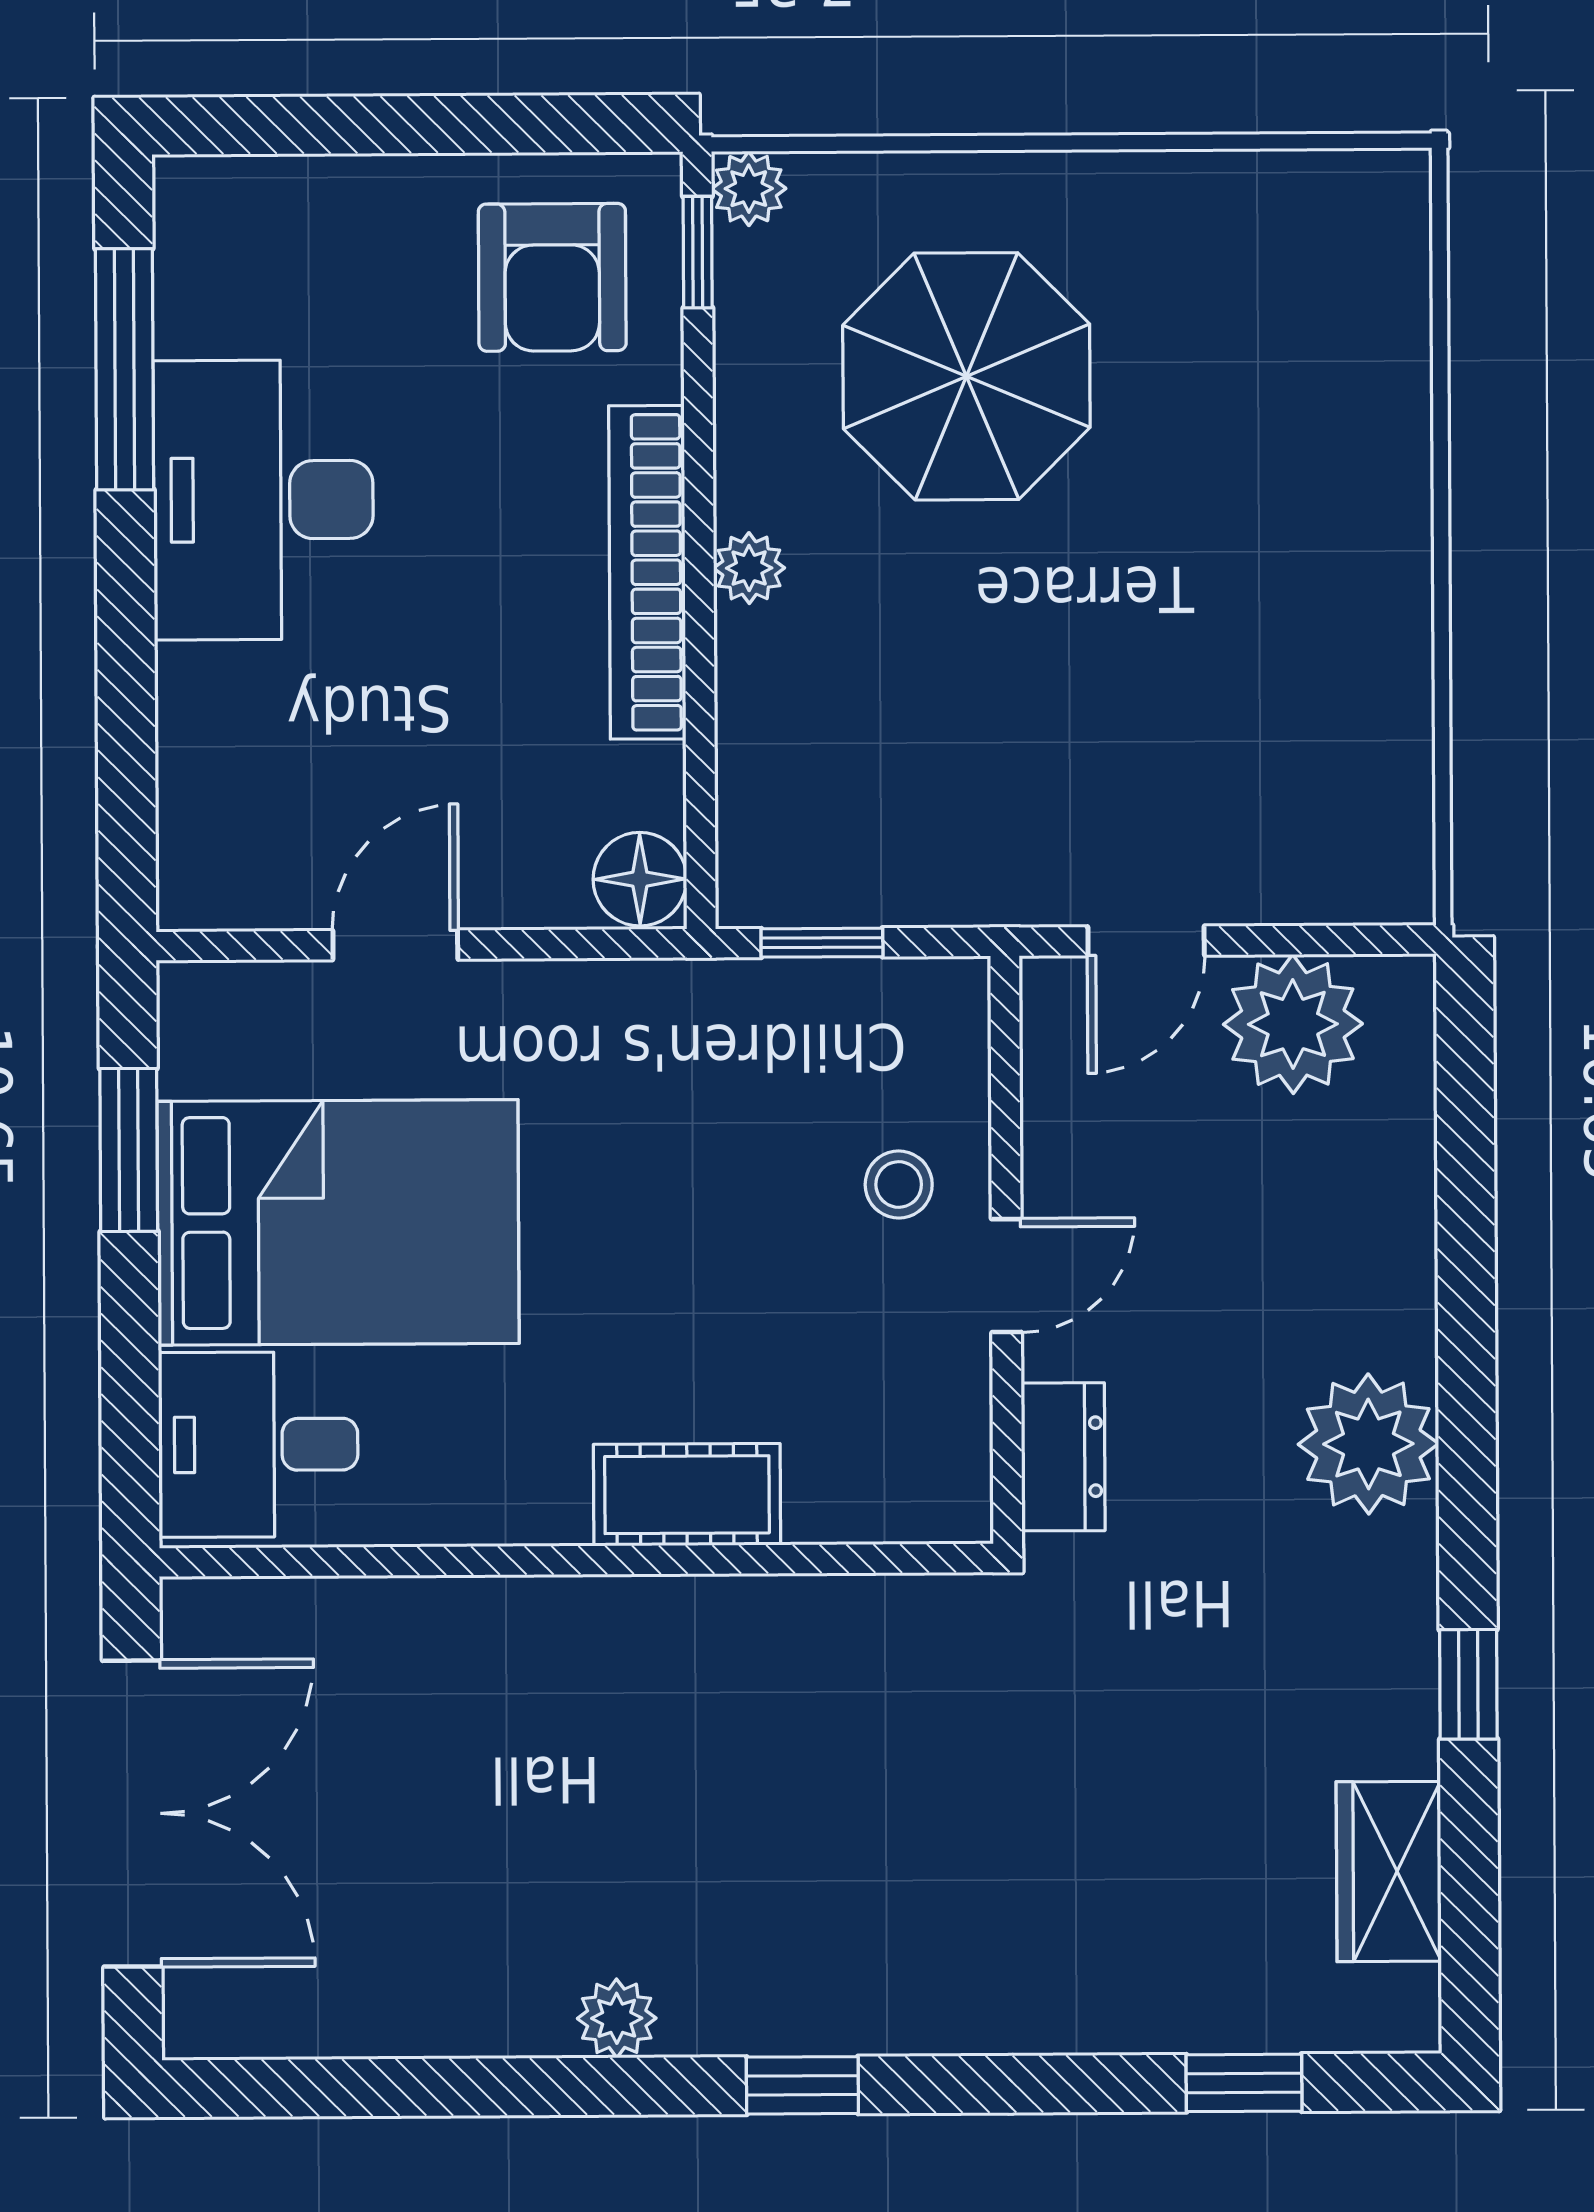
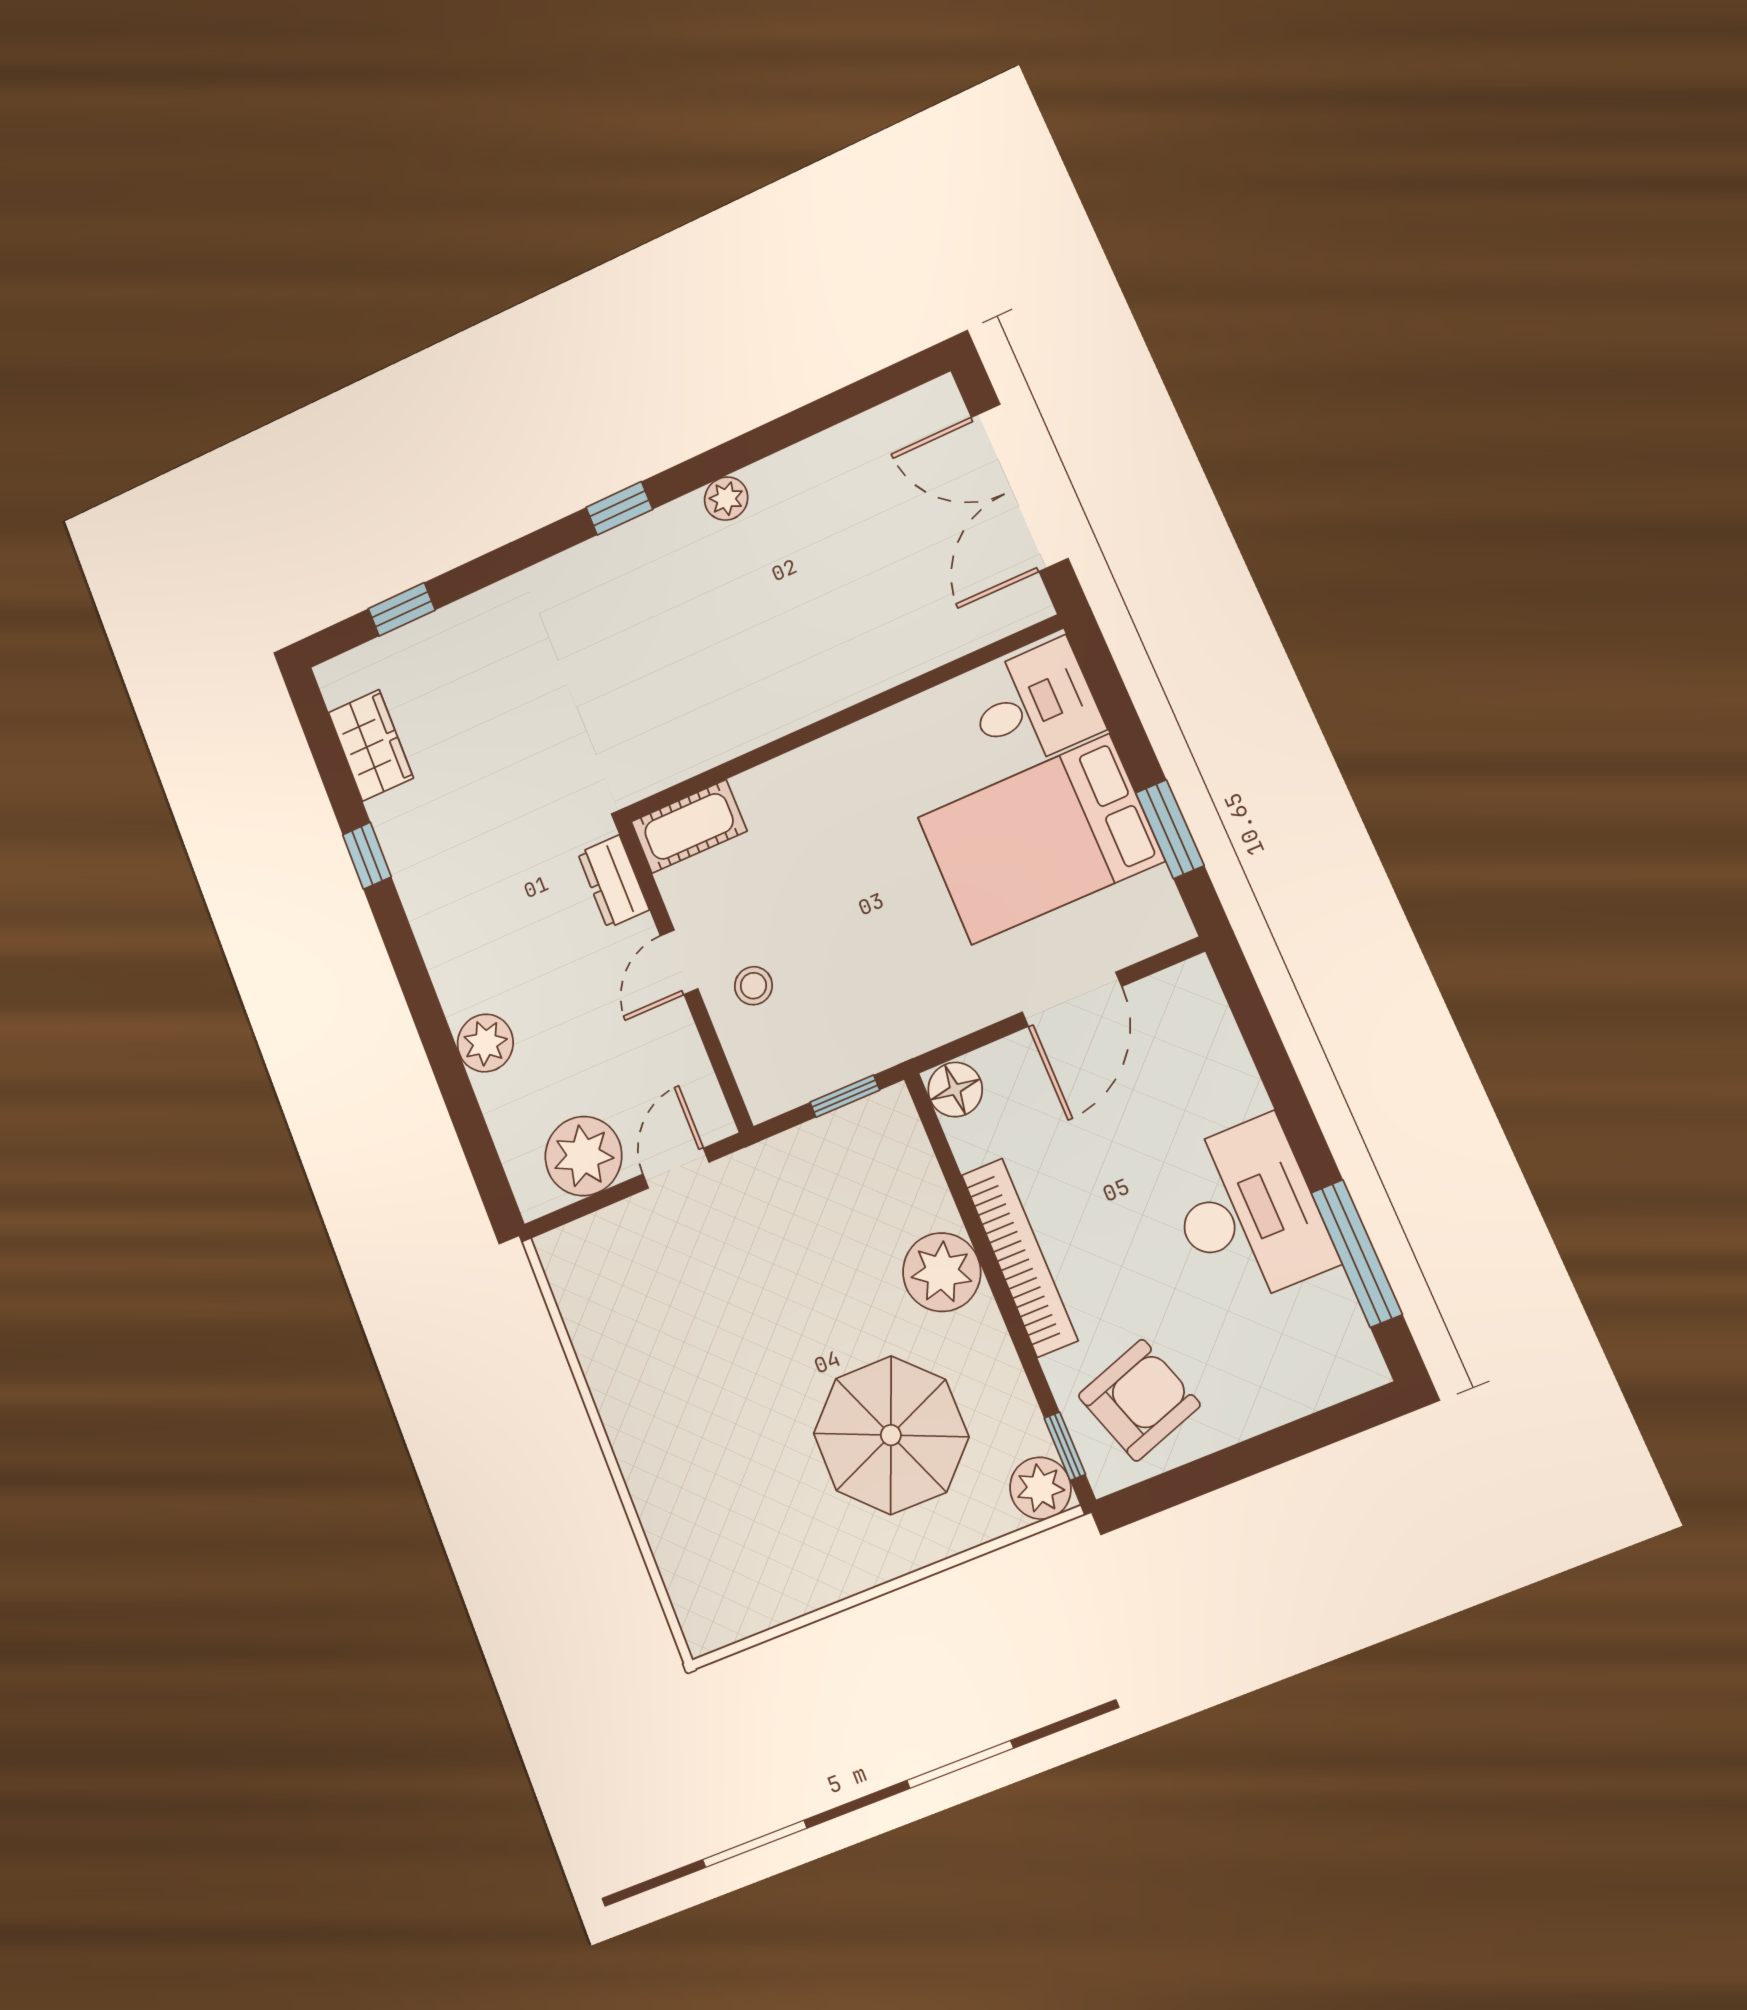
plant: (749, 189) -> (1040, 1488), width x1.38, depth x1.38
armchair: (552, 277) -> (1139, 1400), turned 71
plant: (749, 568) -> (942, 1272), width x1.88, depth x1.88
door: (395, 945) -> (1072, 999), width x1.37
plant: (1368, 1444) -> (485, 1043), moved, width x0.73, depth x0.73
cot: (687, 1495) -> (689, 826), moved

